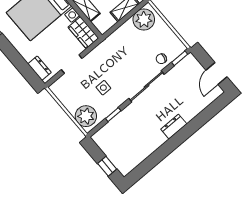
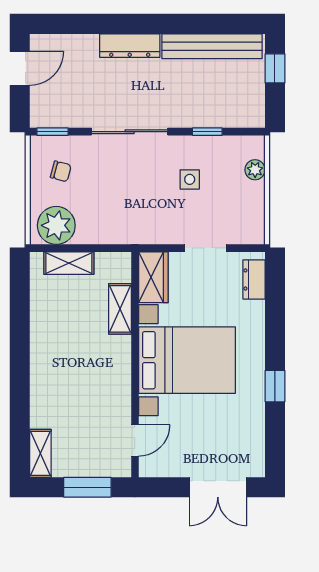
chair: (161, 59) -> (61, 171), moved
plant: (86, 116) -> (255, 170), width x0.53, depth x0.53
dresser: (174, 127) -> (130, 46), width x1.44
bench: (142, 153) -> (212, 46), added

